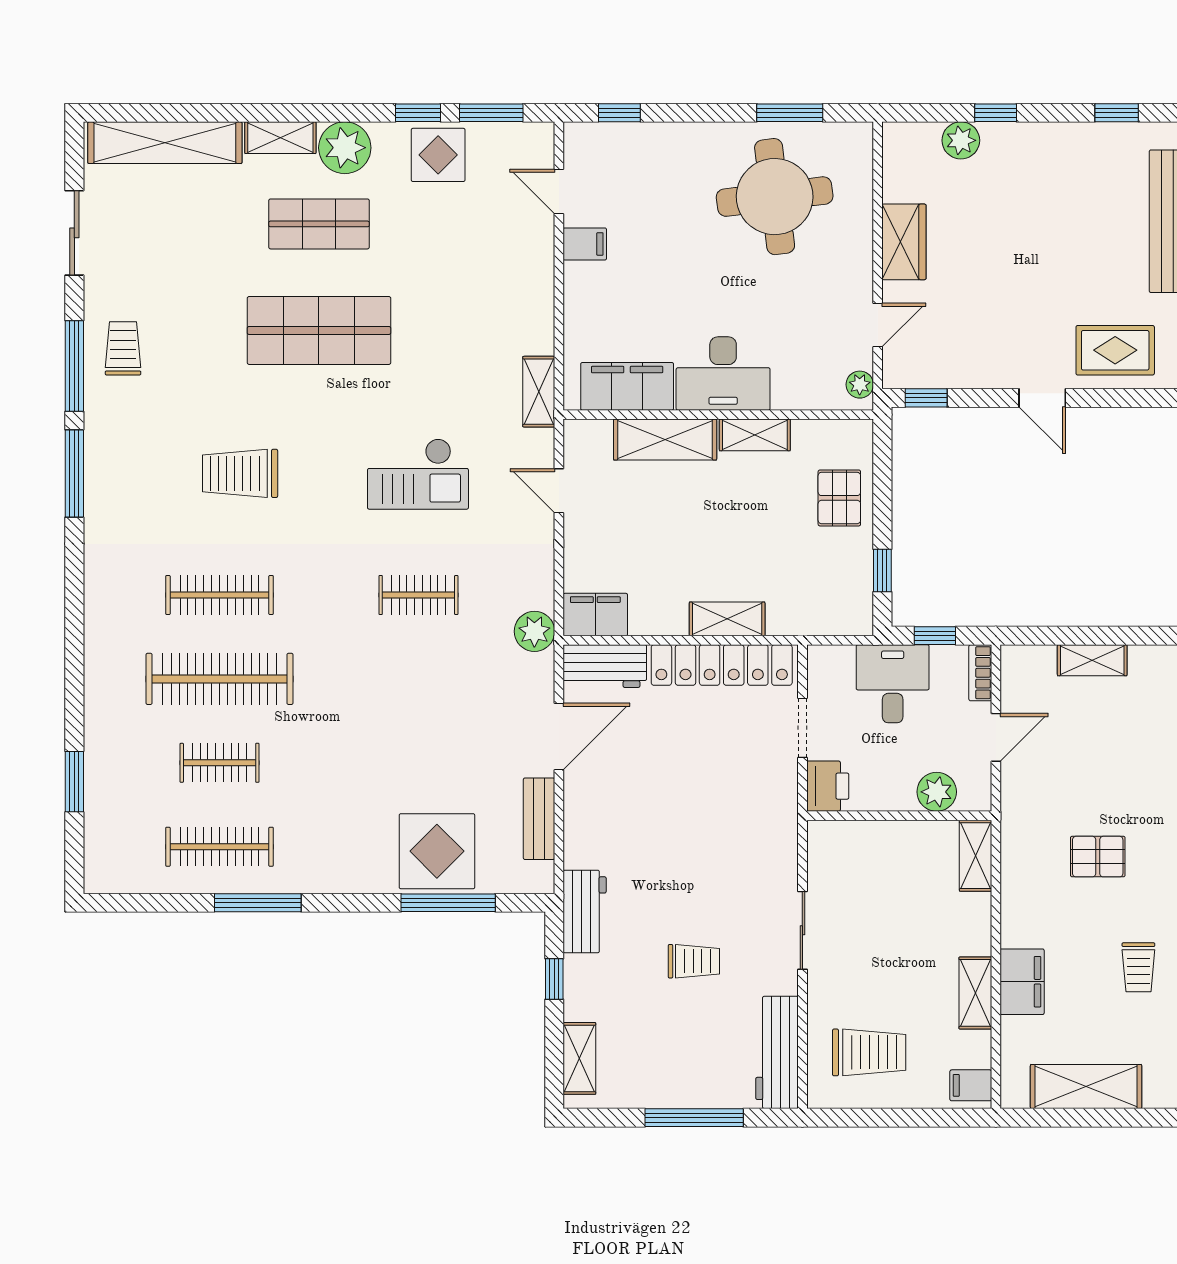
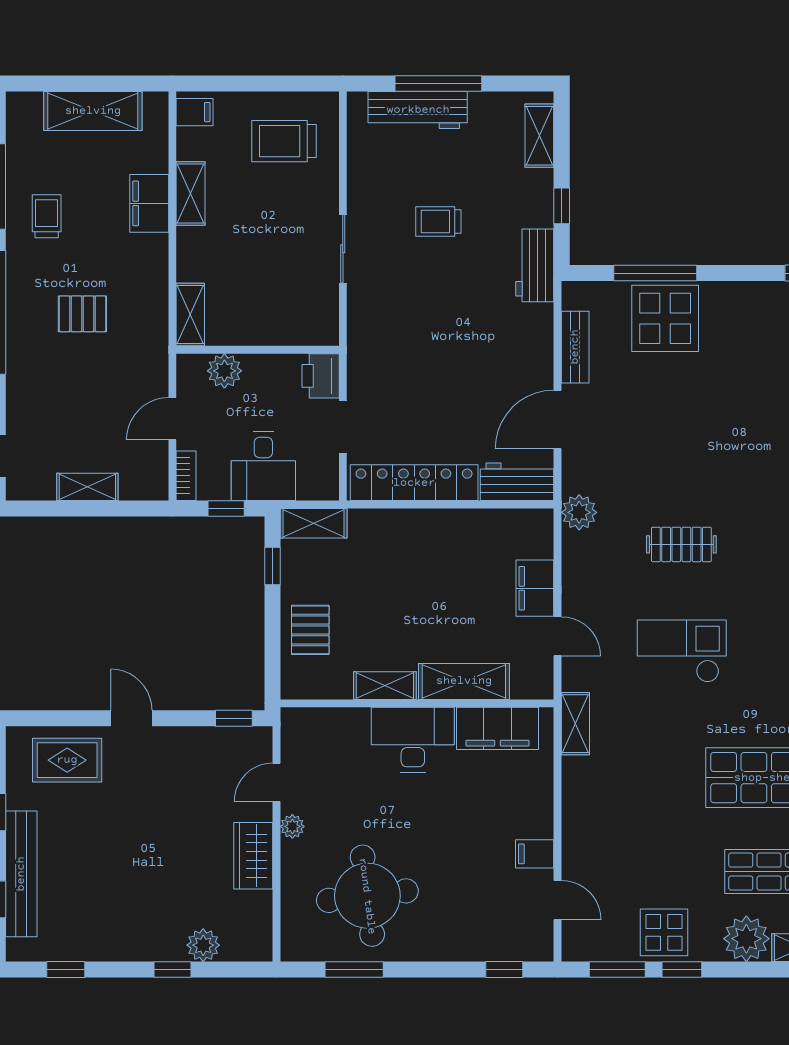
plant: (860, 385) -> (292, 826), moved
filing cabinet: (595, 615) -> (535, 588), moved, turned 90
shelving: (727, 619) -> (314, 523), moved
workbench: (777, 1052) -> (418, 110), moved, turned 90

